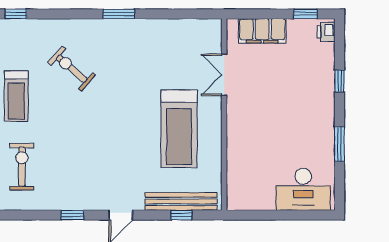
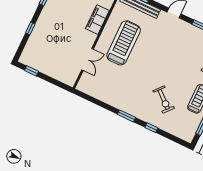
window: (16, 14) -> (151, 128), moved
filing cabinet: (262, 31) -> (97, 20), moved, turned -90
printer: (326, 32) -> (25, 57), removed

